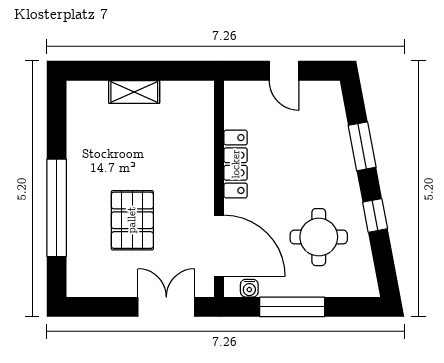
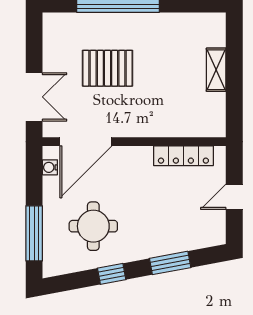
locker: (236, 164) -> (183, 156), moved
window: (292, 307) -> (34, 233), moved

